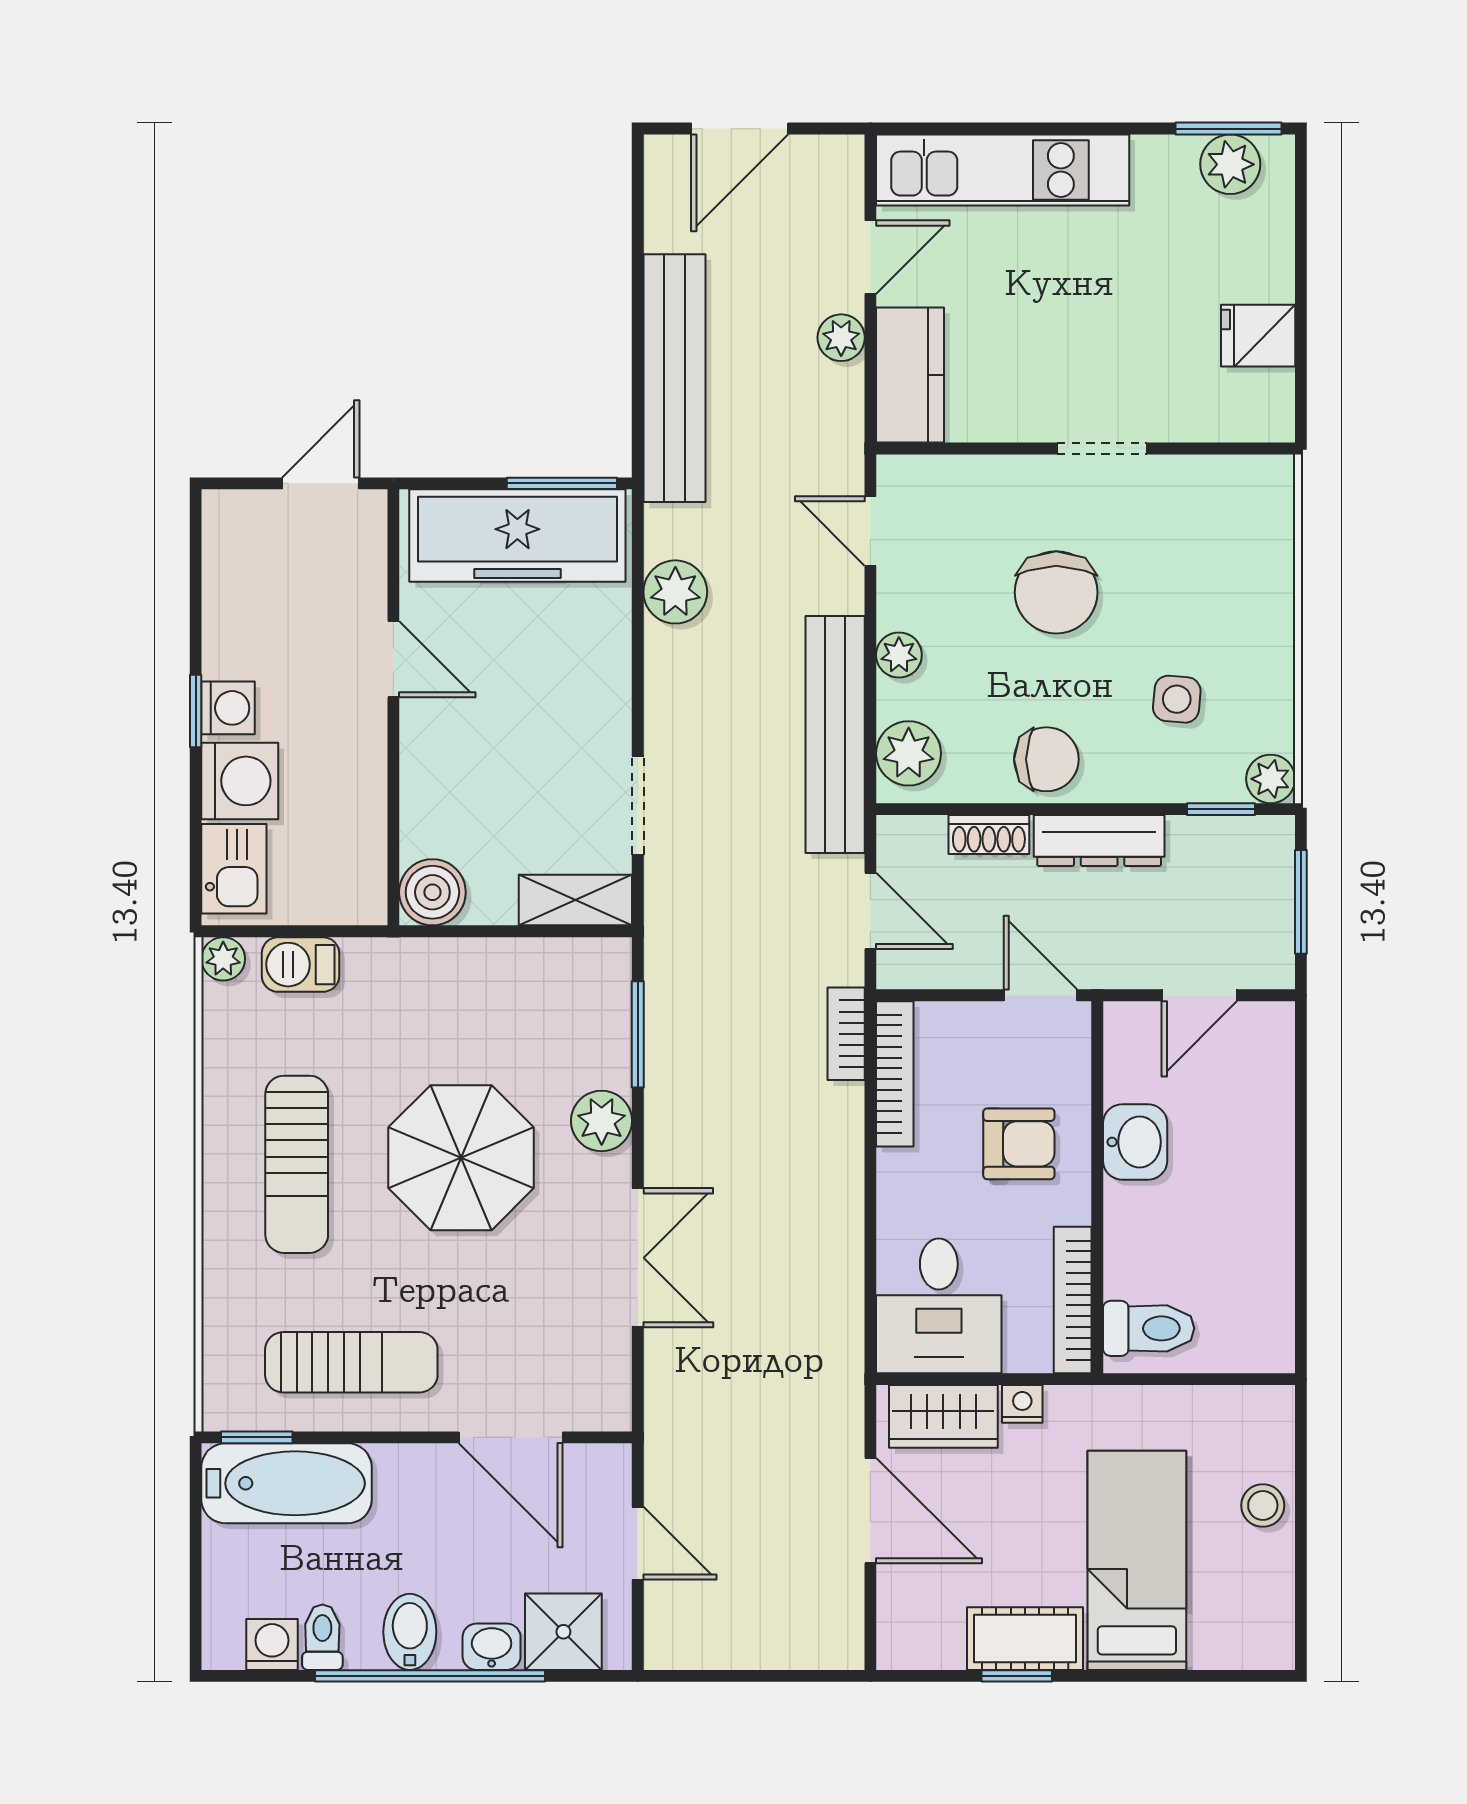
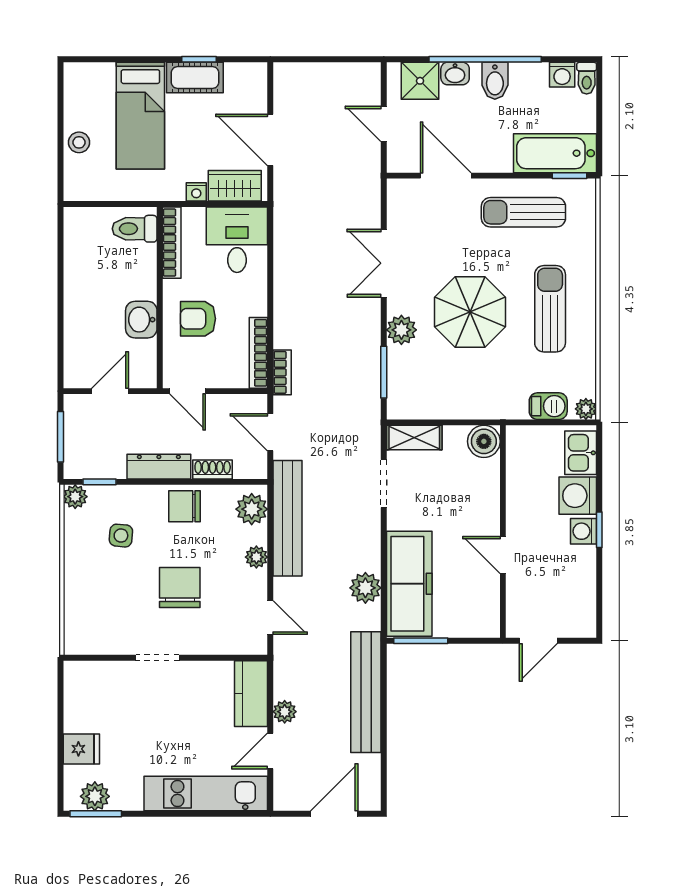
fridge: (1258, 336) -> (81, 749), moved
freezer: (517, 536) -> (409, 584), moved, turned 90
toilet: (322, 1637) -> (587, 78), moved

